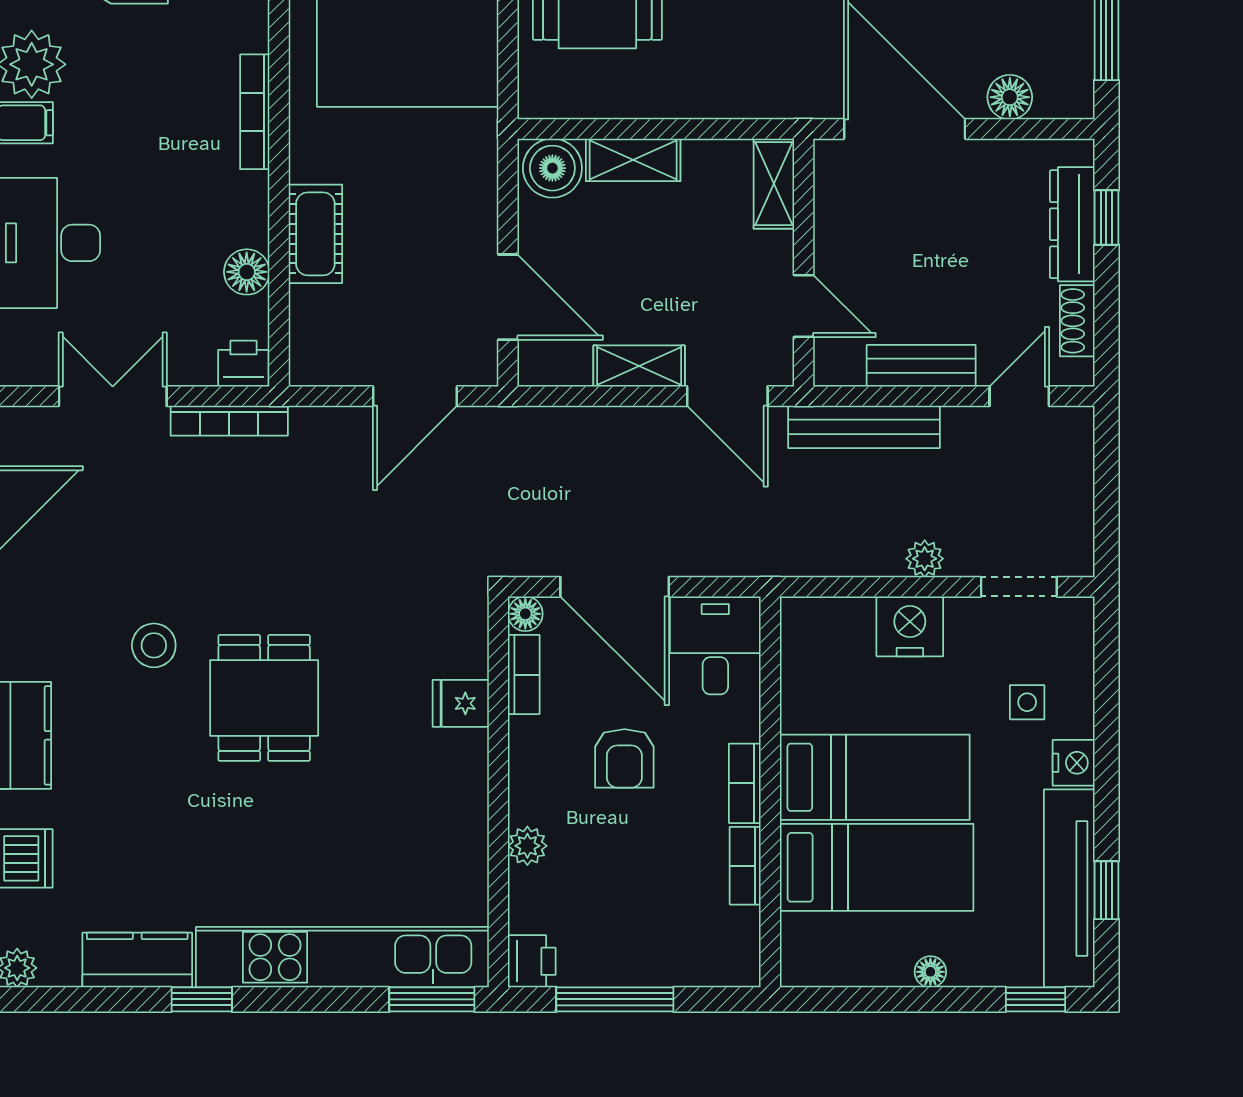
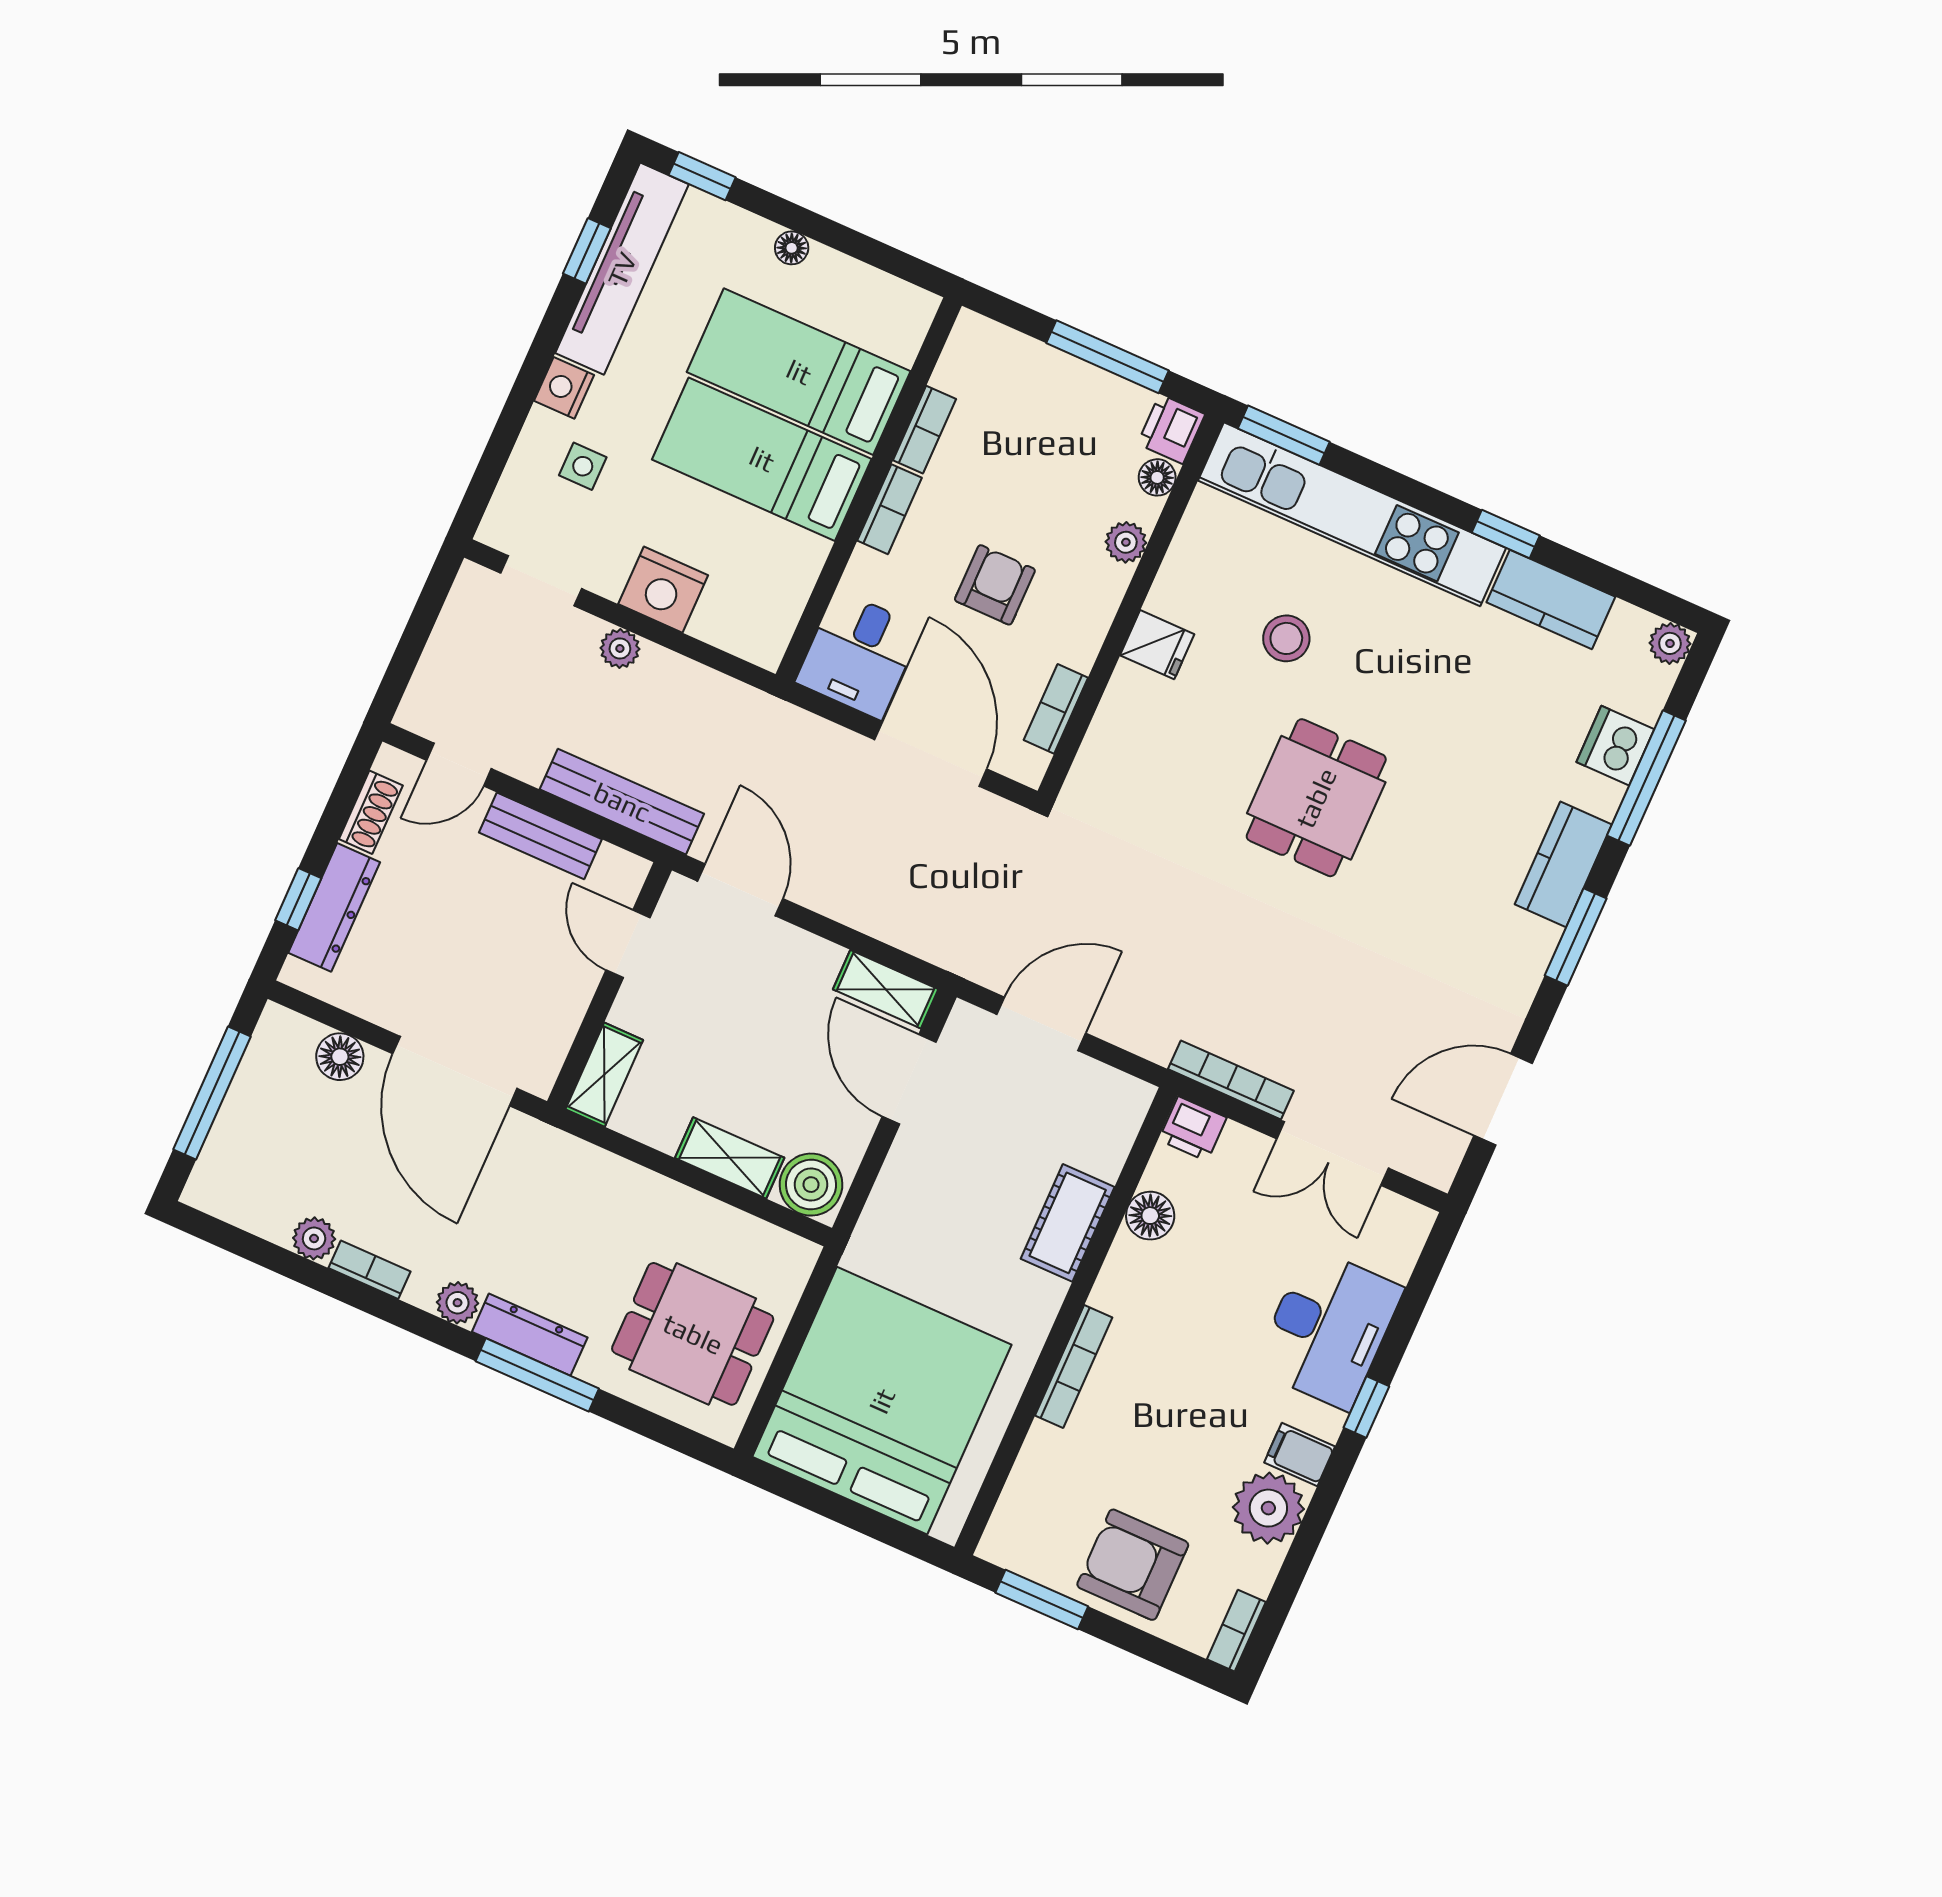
shelving: (639, 366) -> (886, 989), moved
floor lamp: (525, 614) -> (1157, 477), moved
stool: (154, 645) -> (1286, 638), moved
fridge: (461, 703) -> (1157, 645), moved

